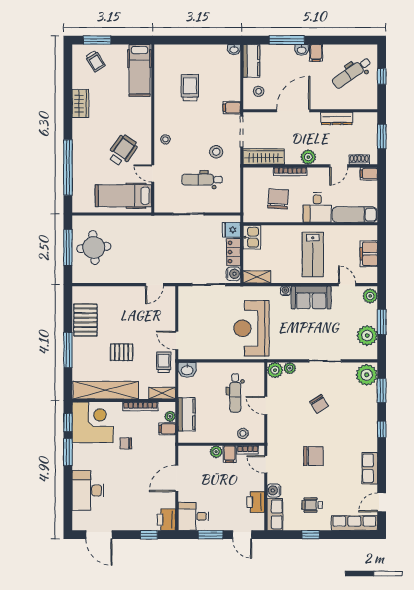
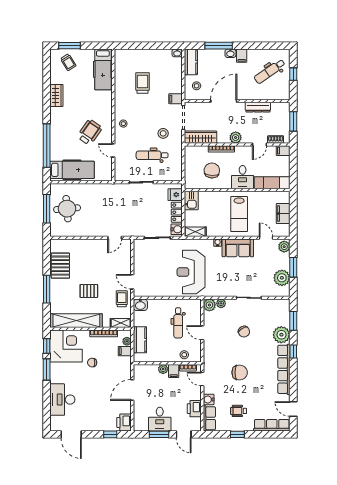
hospital bed: (123, 196) -> (72, 170), moved, turned 180
plant: (367, 375) -> (281, 335), moved
row of seats: (370, 468) -> (284, 369), width x2.02
door: (382, 502) -> (293, 409), hinge flipped
desk: (193, 516) -> (160, 419), moved, turned -90

